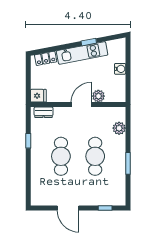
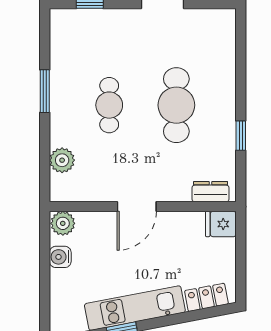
water cooler: (120, 69) -> (60, 257), moved
plant: (98, 96) -> (63, 223), moved
cafe table: (95, 156) -> (109, 105), width x0.73, depth x0.74

